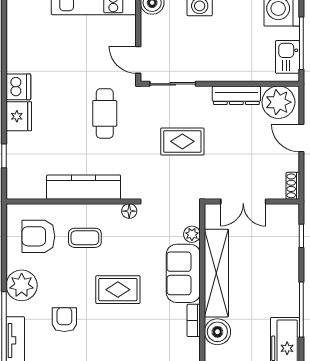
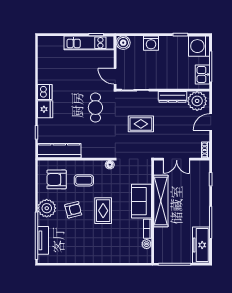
door: (301, 138) -> (211, 122), hinge flipped
kitchen counter: (84, 187) -> (59, 151), moved
plant: (192, 234) -> (147, 244), moved
rug: (118, 290) -> (103, 211), turned 90
armchair: (64, 320) -> (73, 210), moved, turned 76
boiler: (217, 332) -> (161, 235), removed

